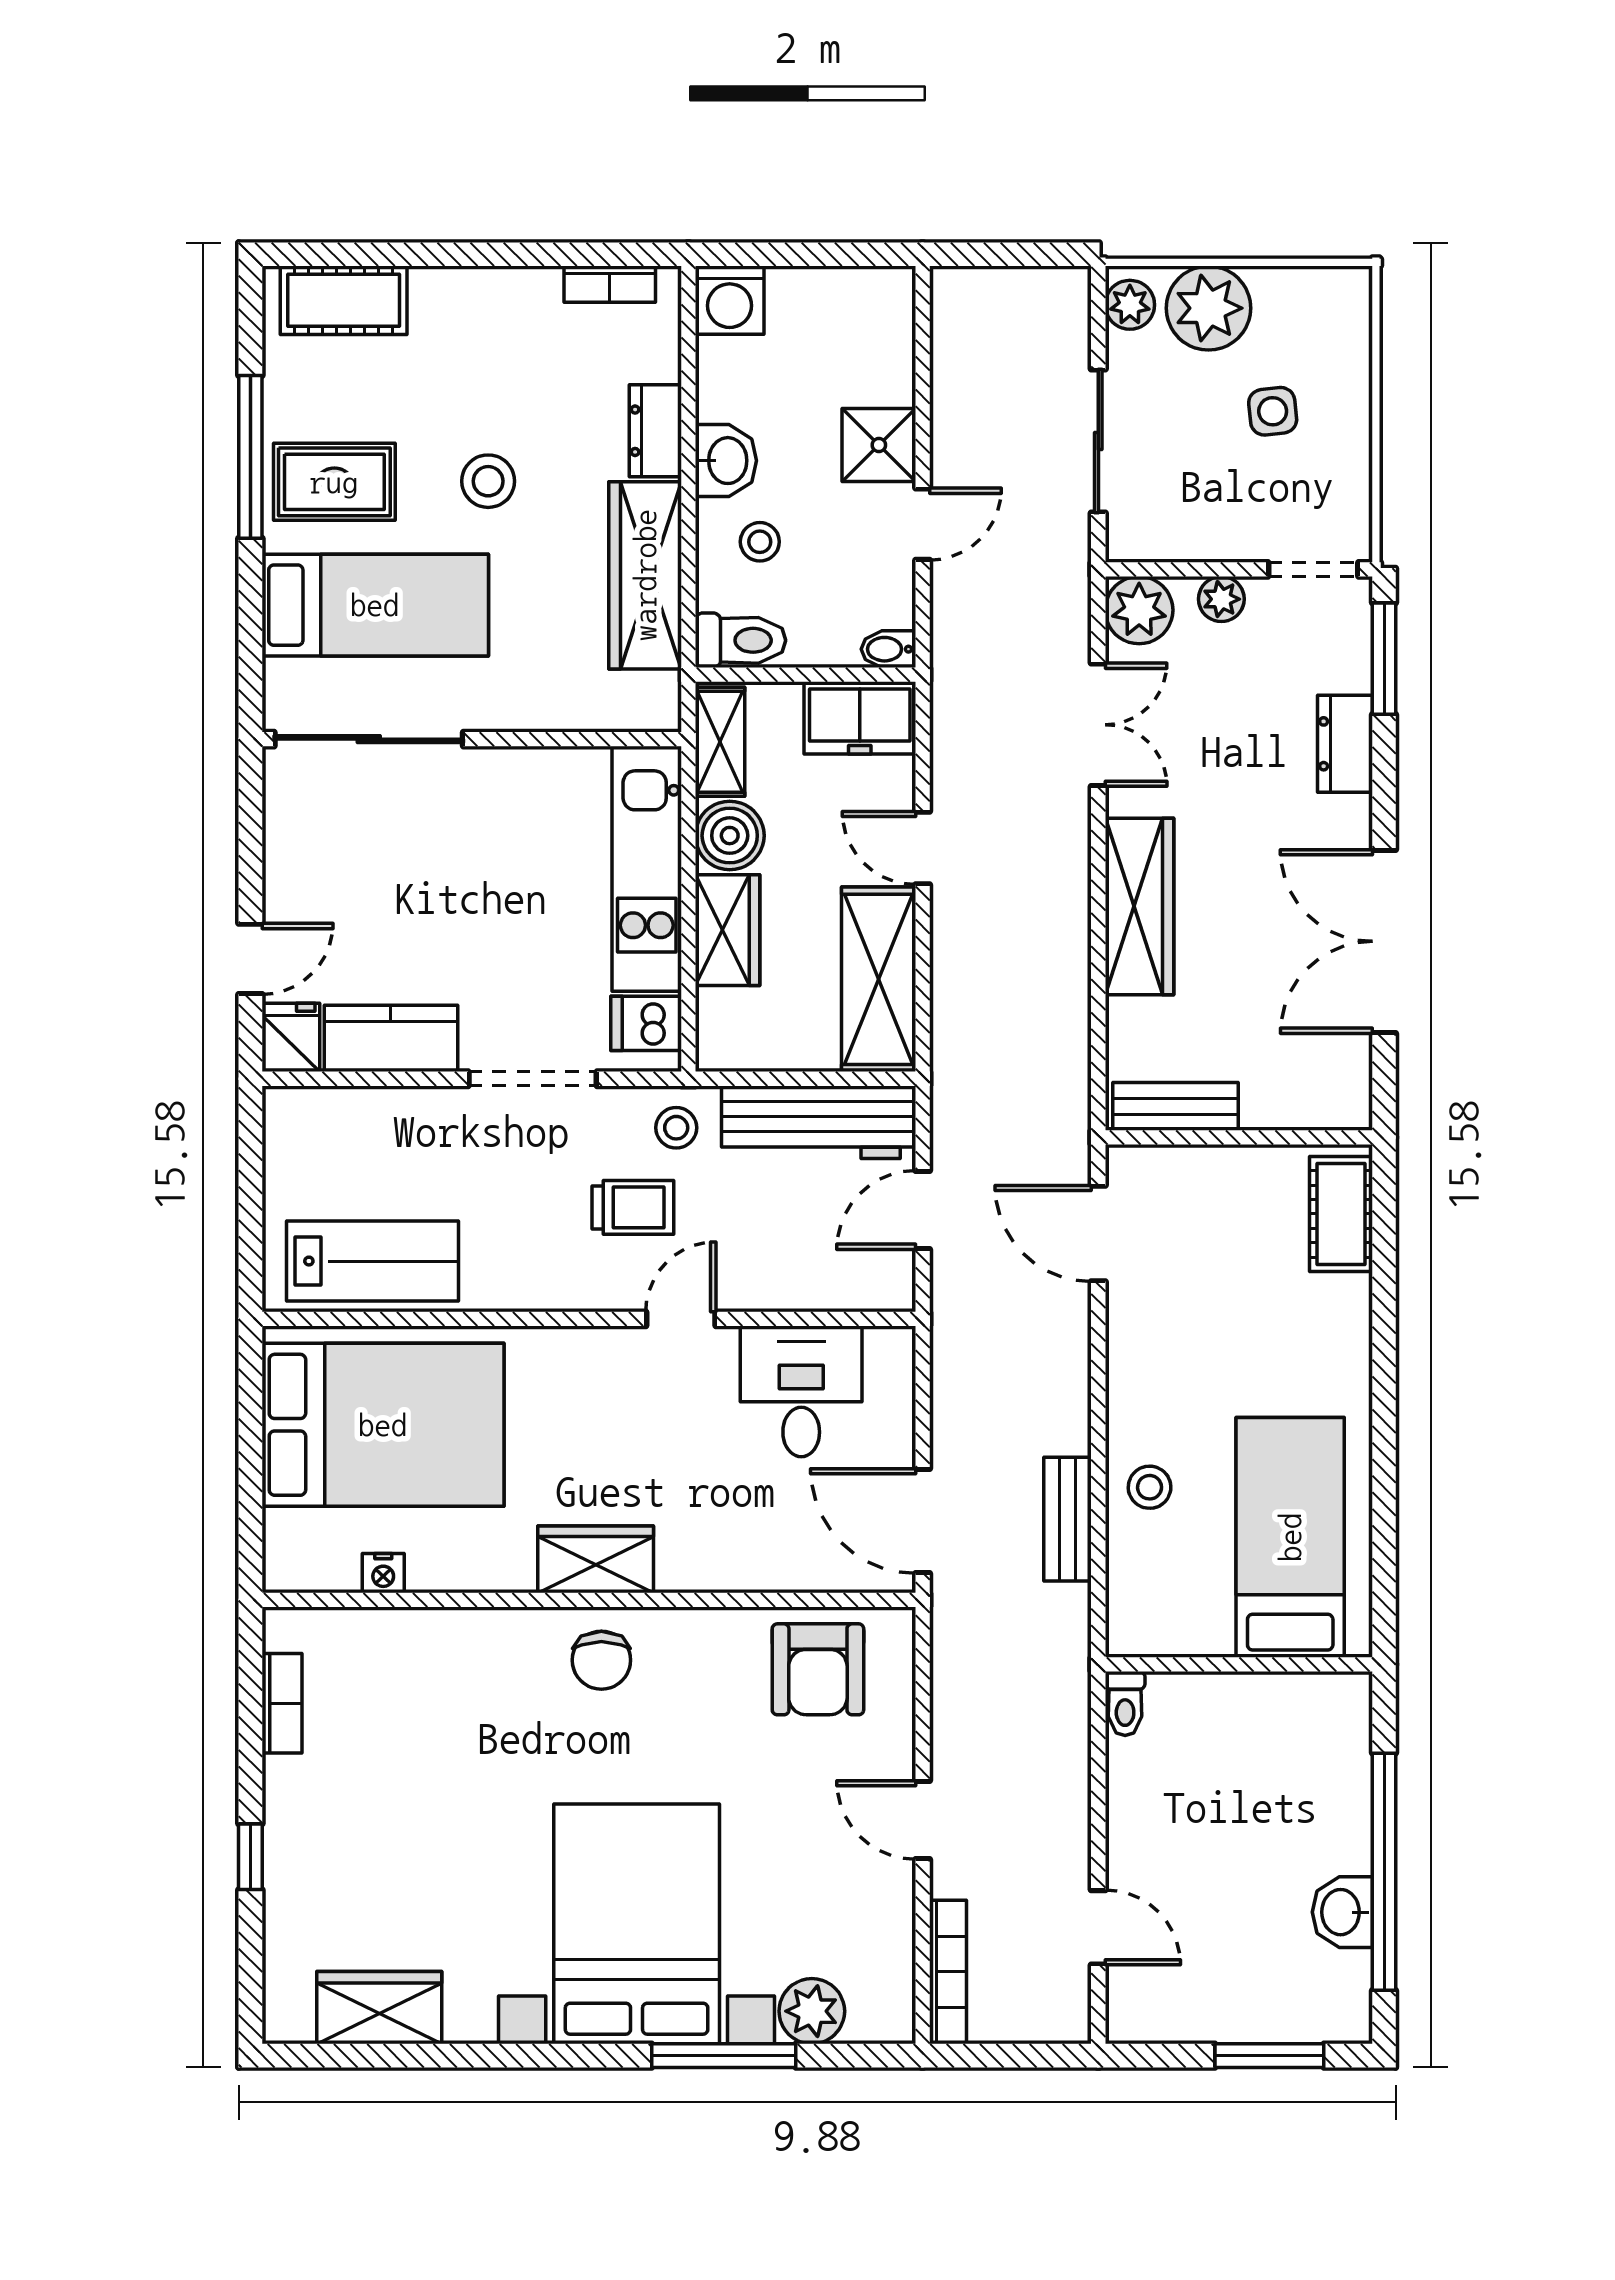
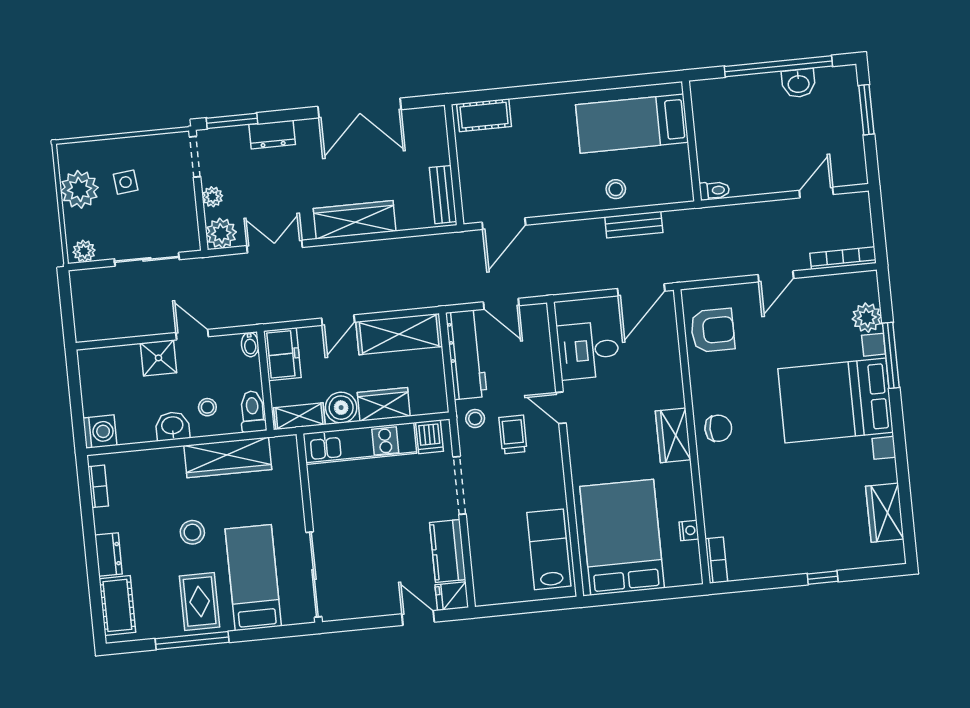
plant: (1208, 308) -> (79, 189), moved
dresser: (655, 431) -> (108, 554), moved, turned -90
bookcase: (282, 1703) -> (716, 560), moved, turned 90

